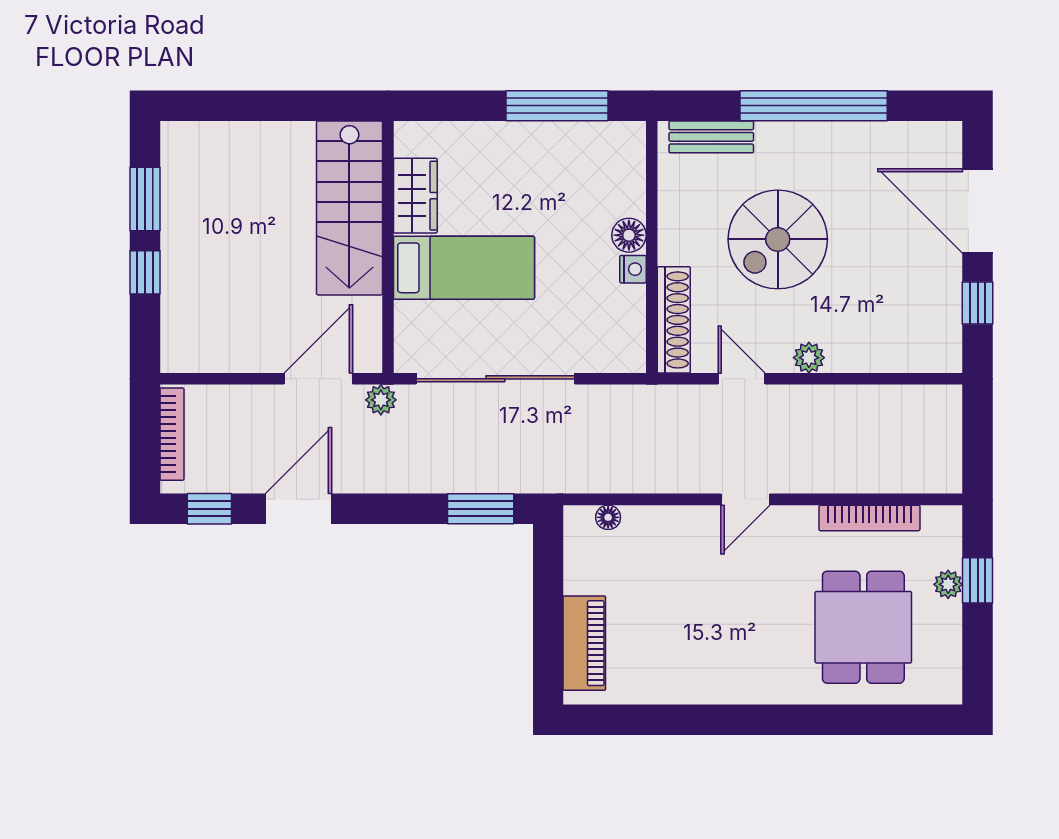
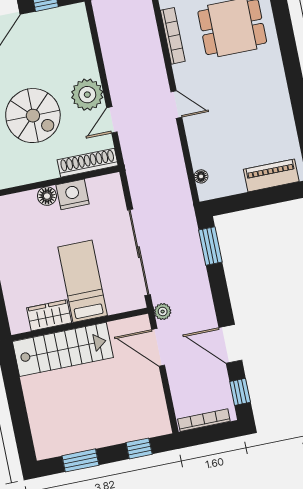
nightstand: (633, 269) -> (73, 194), width x1.89, depth x1.79
window: (145, 272) -> (139, 448), moved
plant: (809, 358) -> (87, 95), width x1.87, depth x1.87

